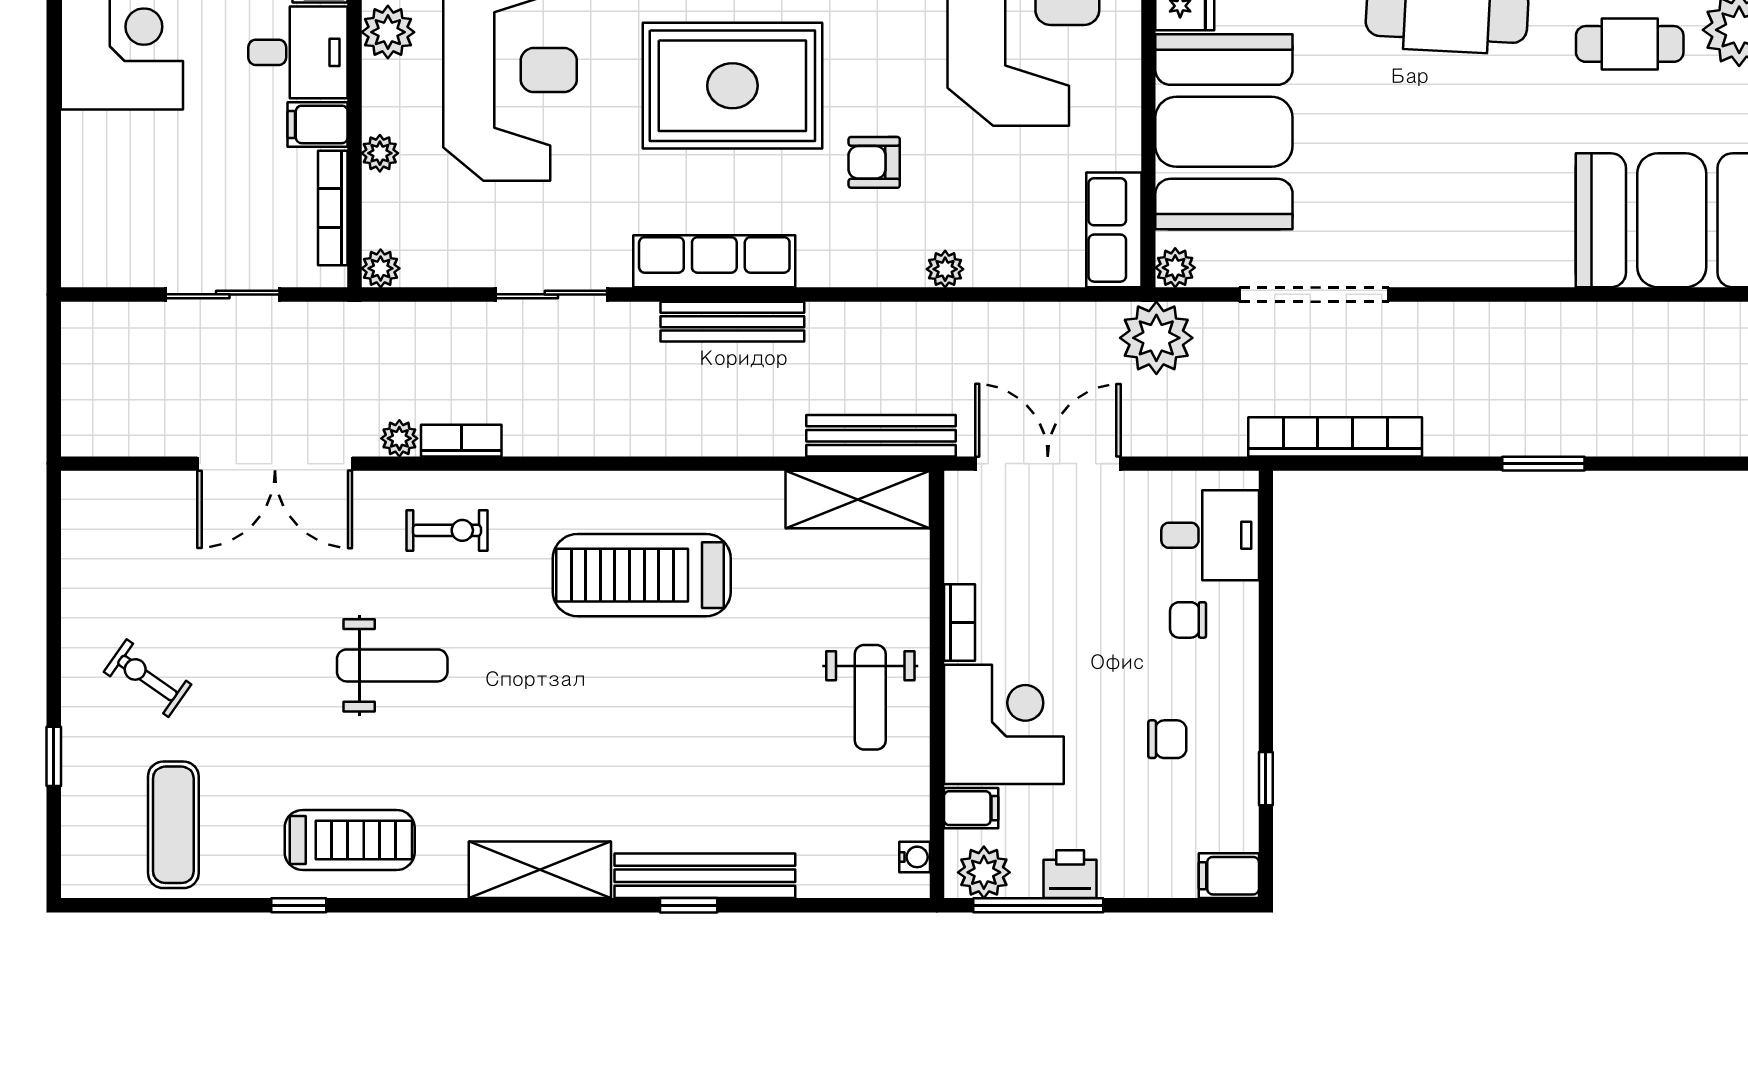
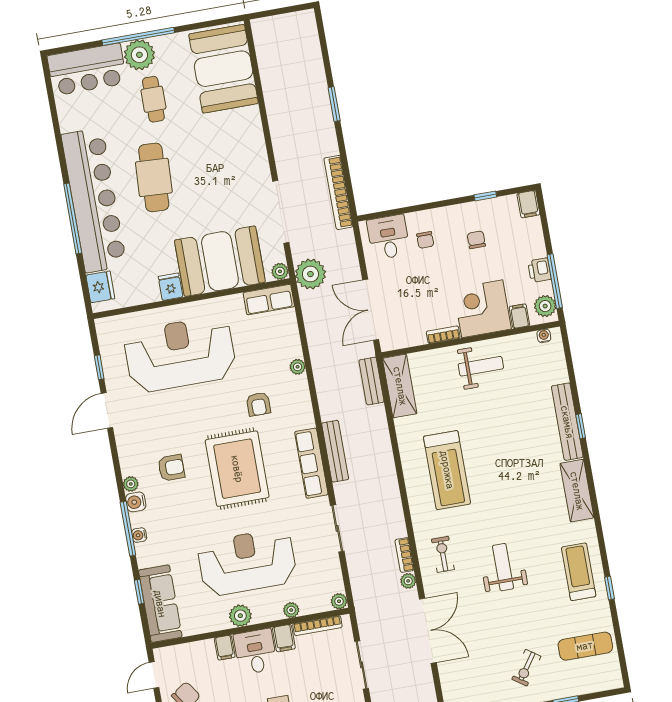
bench: (881, 436) -> (371, 381), width x0.73

